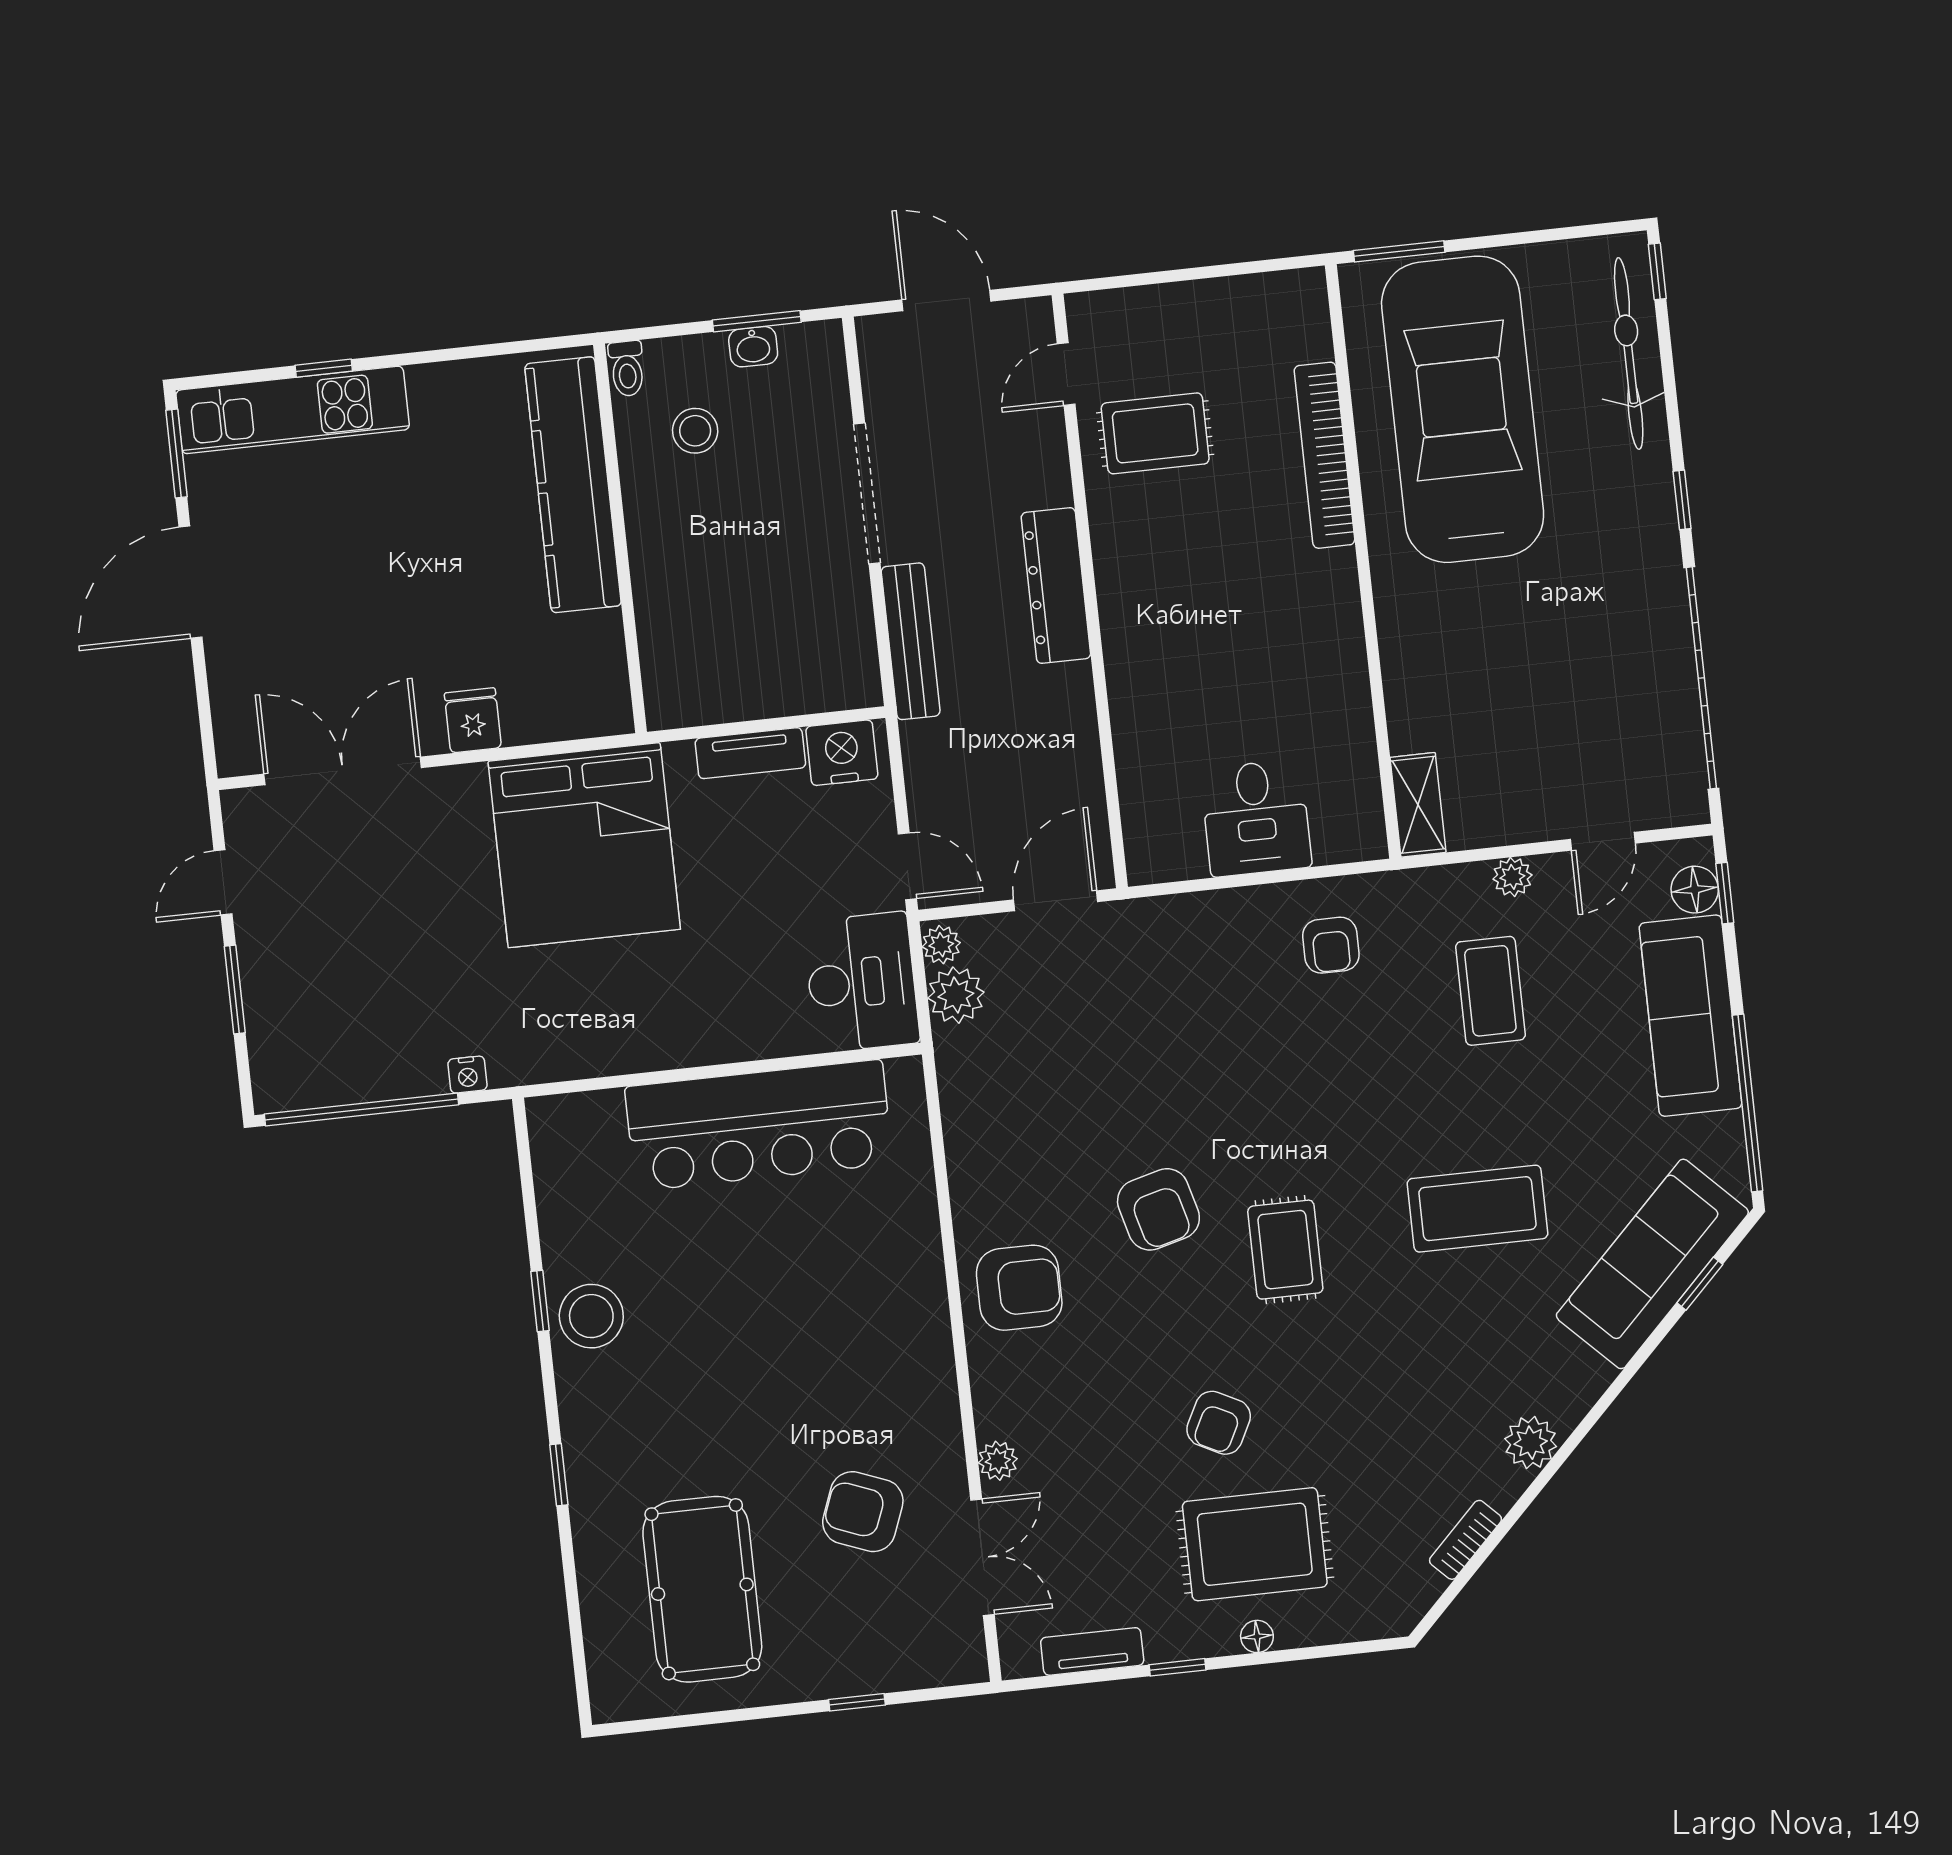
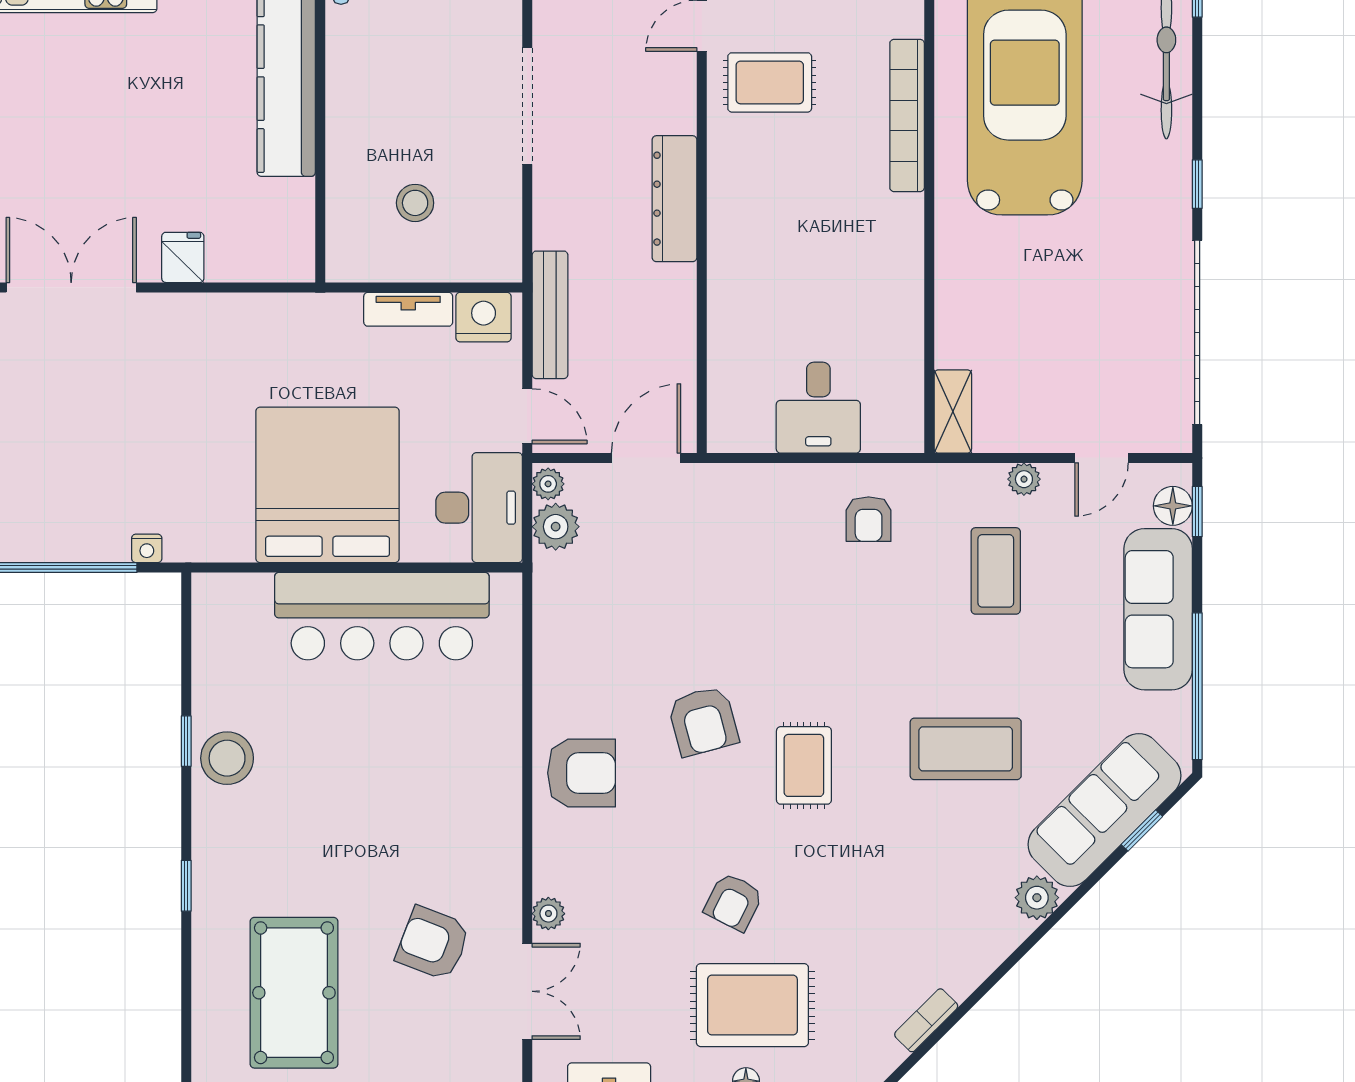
stool: (695, 431) -> (415, 203), moved
bench: (911, 641) -> (550, 315), moved
bed: (584, 845) -> (327, 485), moved, turned 180
plant: (1531, 1443) -> (1037, 898), moved

